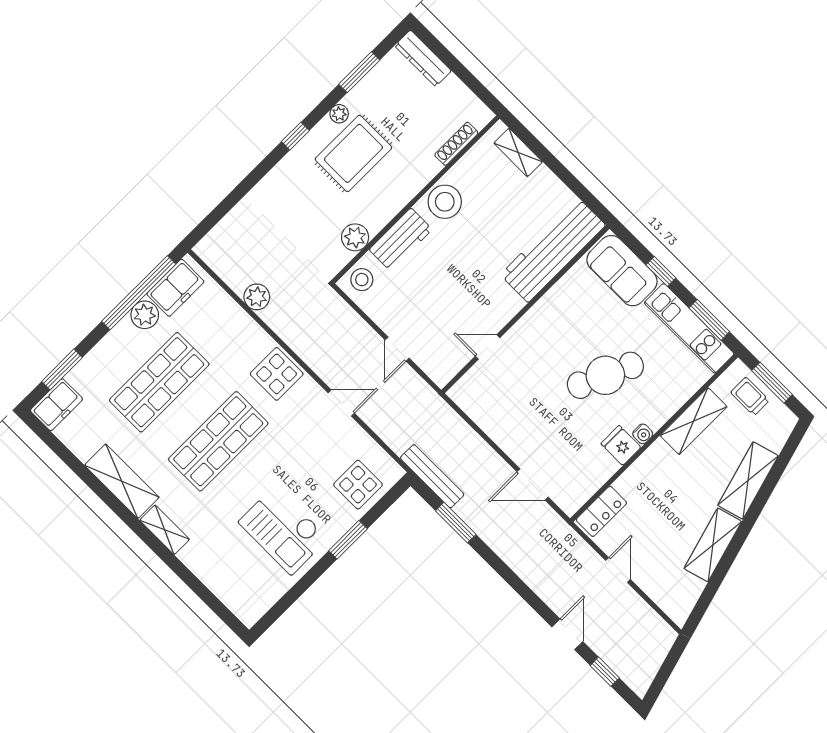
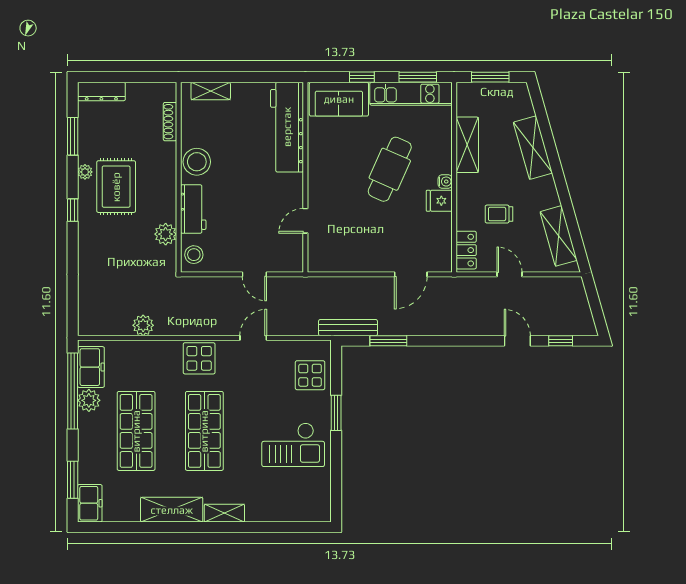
trolley: (750, 396) -> (499, 214), moved
shelving: (713, 545) -> (559, 236), moved

